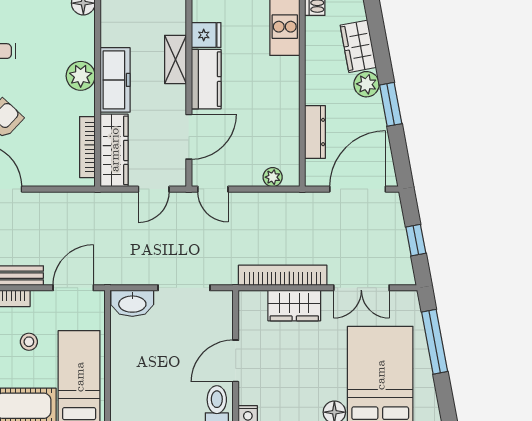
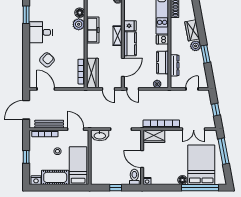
dishwasher: (285, 69) -> (162, 39), added
plant: (81, 76) -> (79, 24), moved
freezer: (115, 80) -> (93, 30), moved
kitchen counter: (286, 125) -> (163, 63), added
door: (154, 189) -> (109, 89), hinge flipped
door: (358, 189) -> (192, 89), width x0.53
door: (73, 288) -> (76, 129), hinge flipped
wardrobe: (294, 305) -> (154, 136), moved
door: (236, 361) -> (142, 159), hinge flipped

